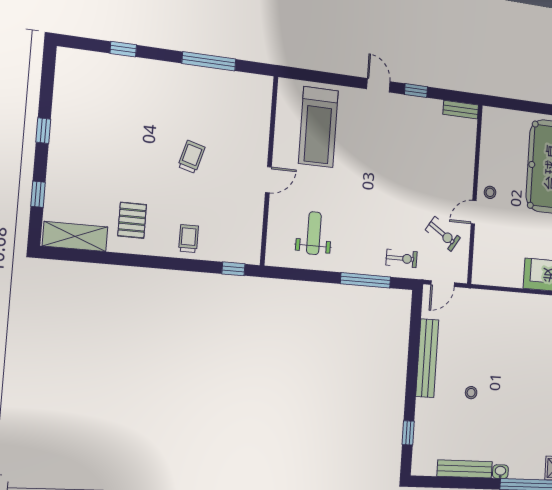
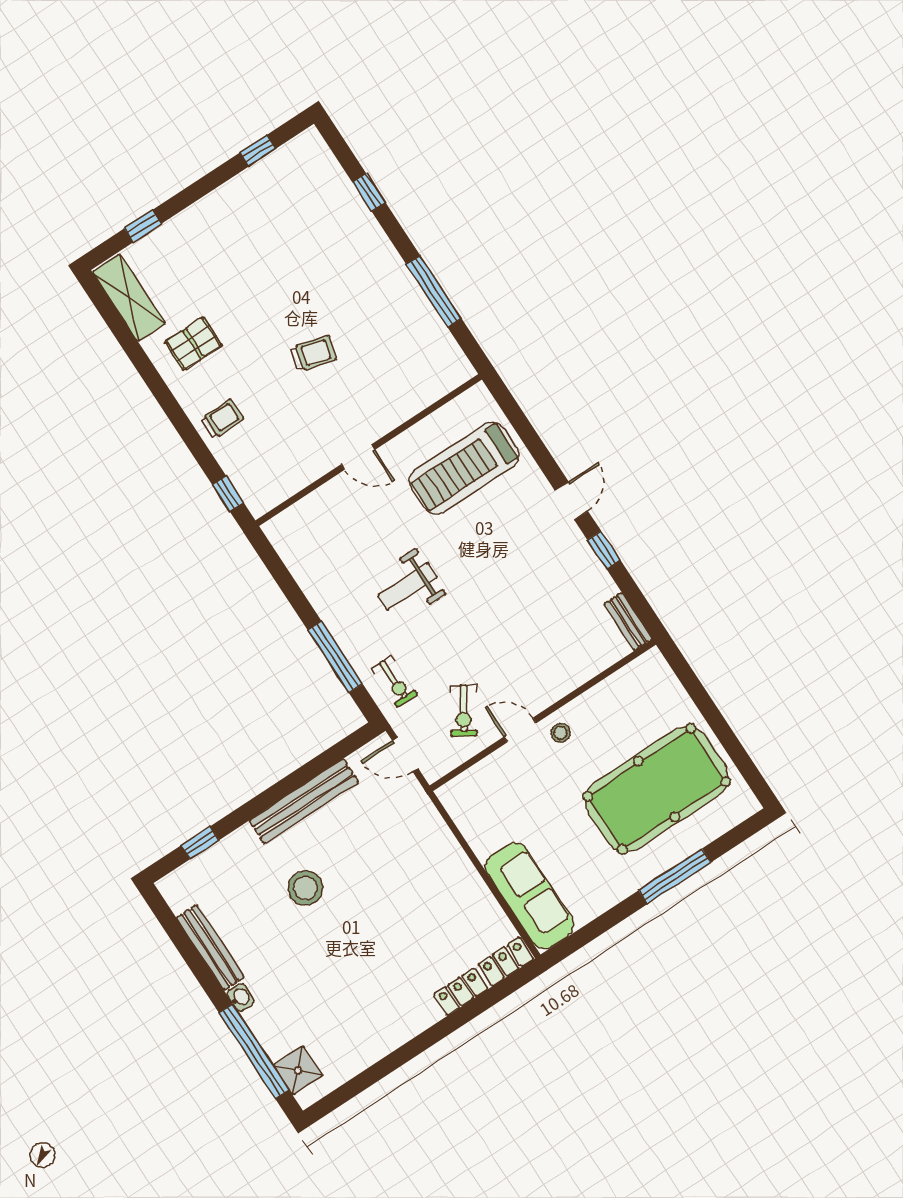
window: (43, 131) -> (258, 151), moved
weight bench: (314, 233) -> (408, 586), moved, turned 180
stool: (471, 393) -> (305, 888), width x1.89, depth x1.89

